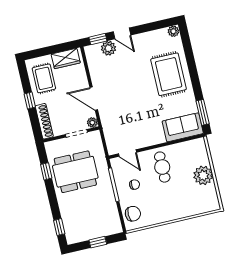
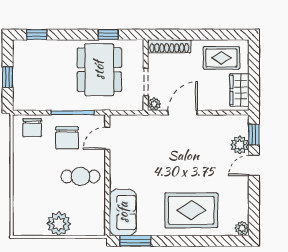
window: (30, 100) -> (199, 35), removed
chair: (135, 185) -> (67, 138), width x1.87, depth x1.87

